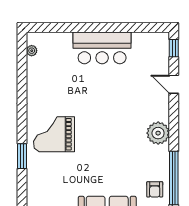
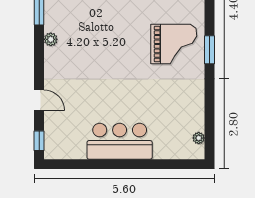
plant: (158, 133) -> (51, 39), width x0.53, depth x0.53
window: (22, 156) -> (210, 50), moved

